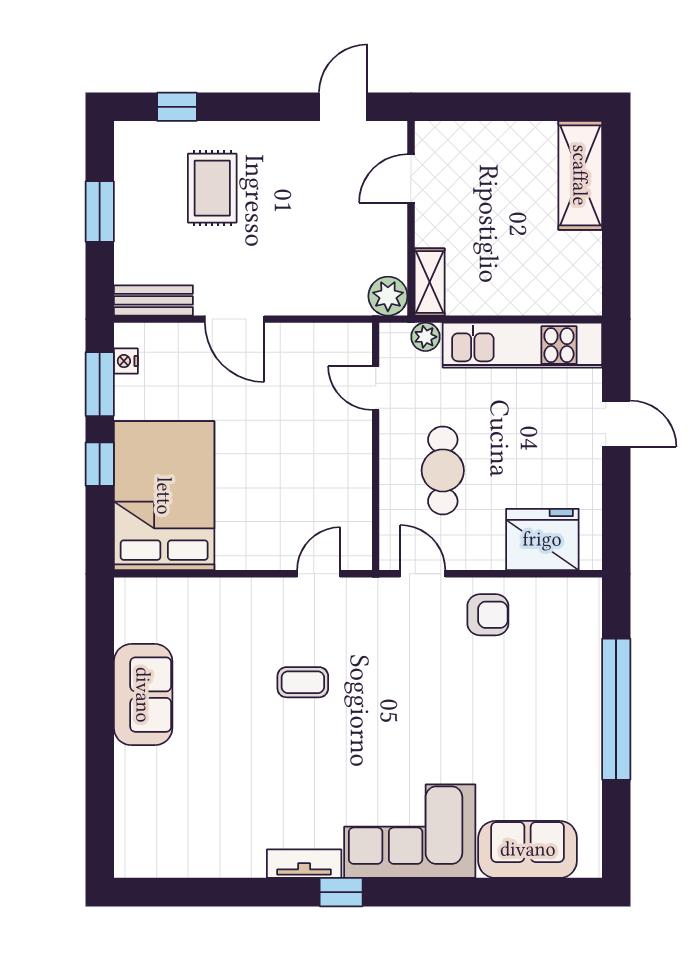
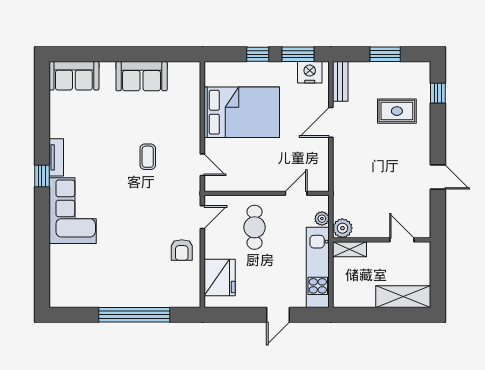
door: (411, 178) -> (402, 240), moved
wall: (411, 218) -> (382, 240), moved
shelving: (430, 282) -> (350, 249), moved
plant: (388, 296) -> (342, 228), moved
nightstand: (126, 361) -> (310, 72), width x1.89, depth x1.79
cafe table: (443, 470) -> (255, 227), turned 90
bed: (164, 496) -> (242, 112), moved
sofa: (528, 849) -> (74, 76), moved, turned 90

